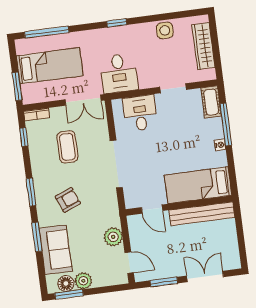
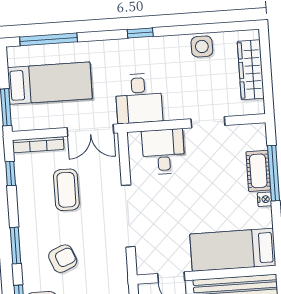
cot: (211, 102) -> (258, 171), moved
bookcase: (37, 115) -> (38, 145), width x1.56

